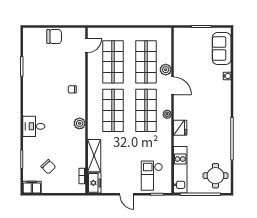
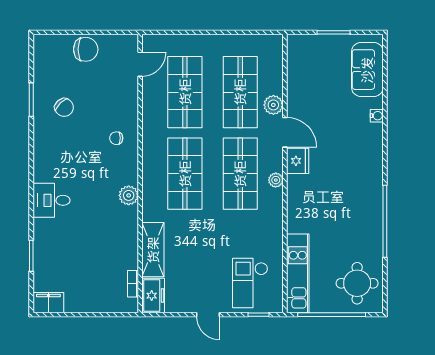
fridge: (180, 128) -> (298, 161), moved
chair: (48, 167) -> (64, 107), moved

